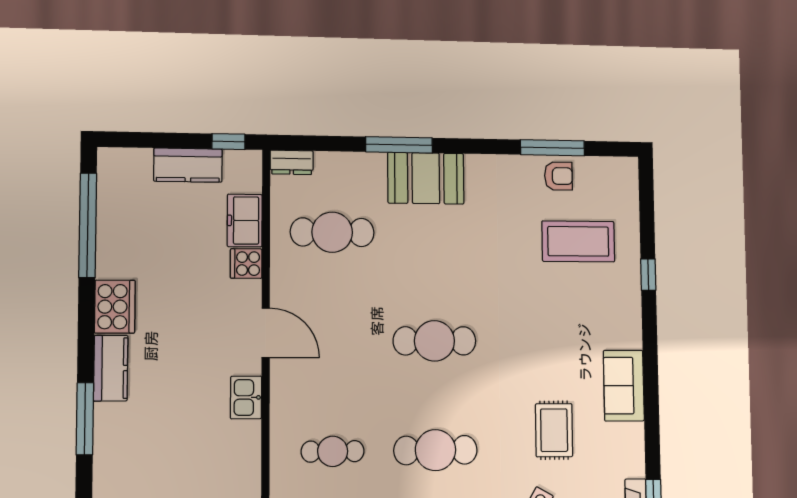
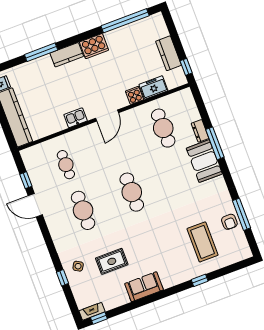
dresser: (292, 162) -> (200, 131), moved

